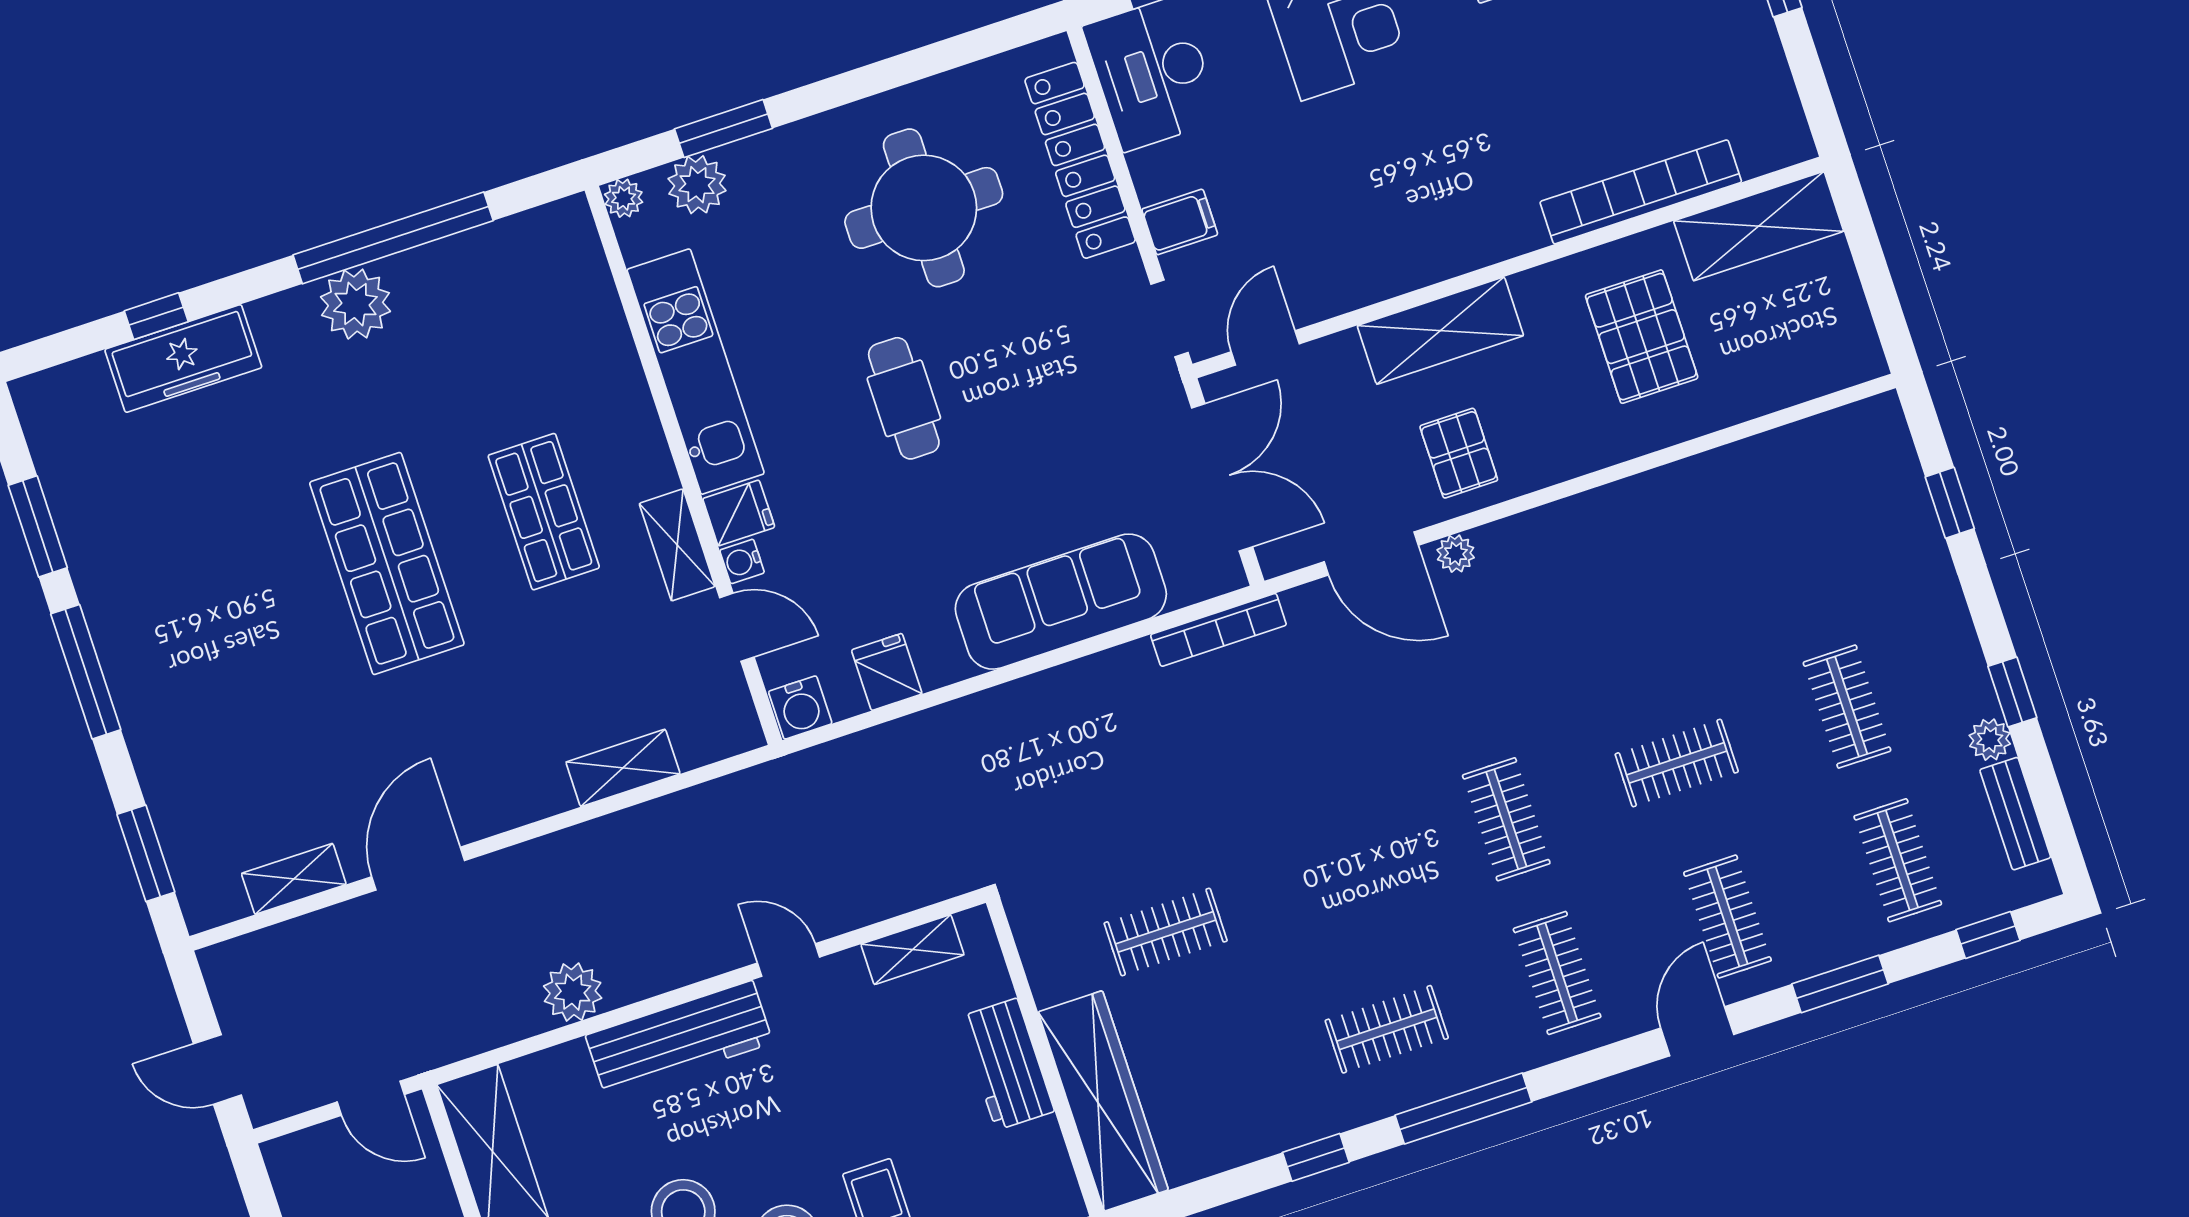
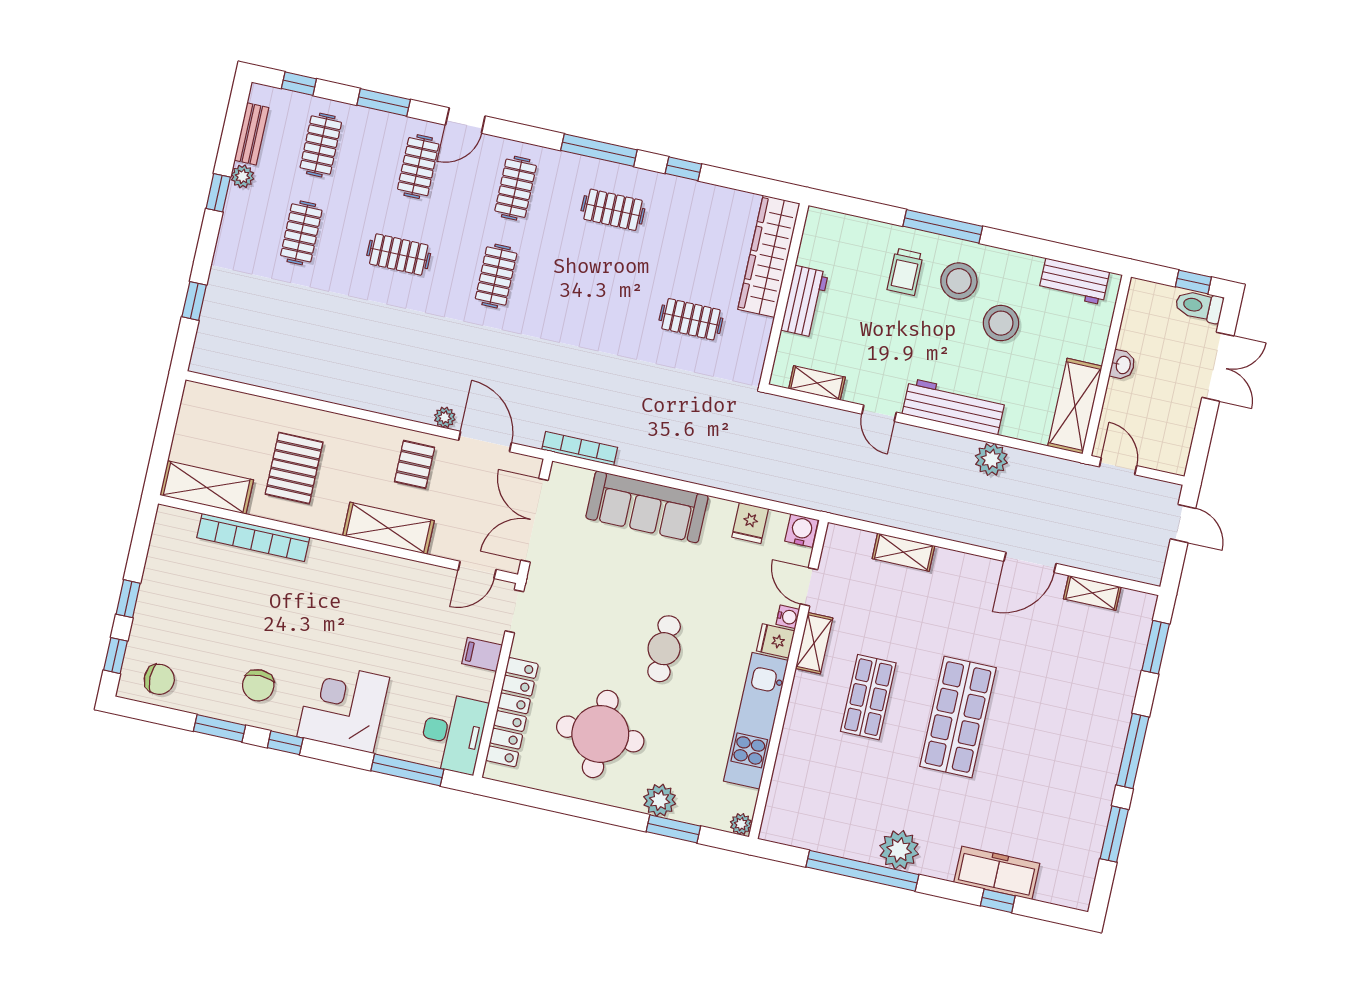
plant: (697, 185) -> (660, 800), moved

